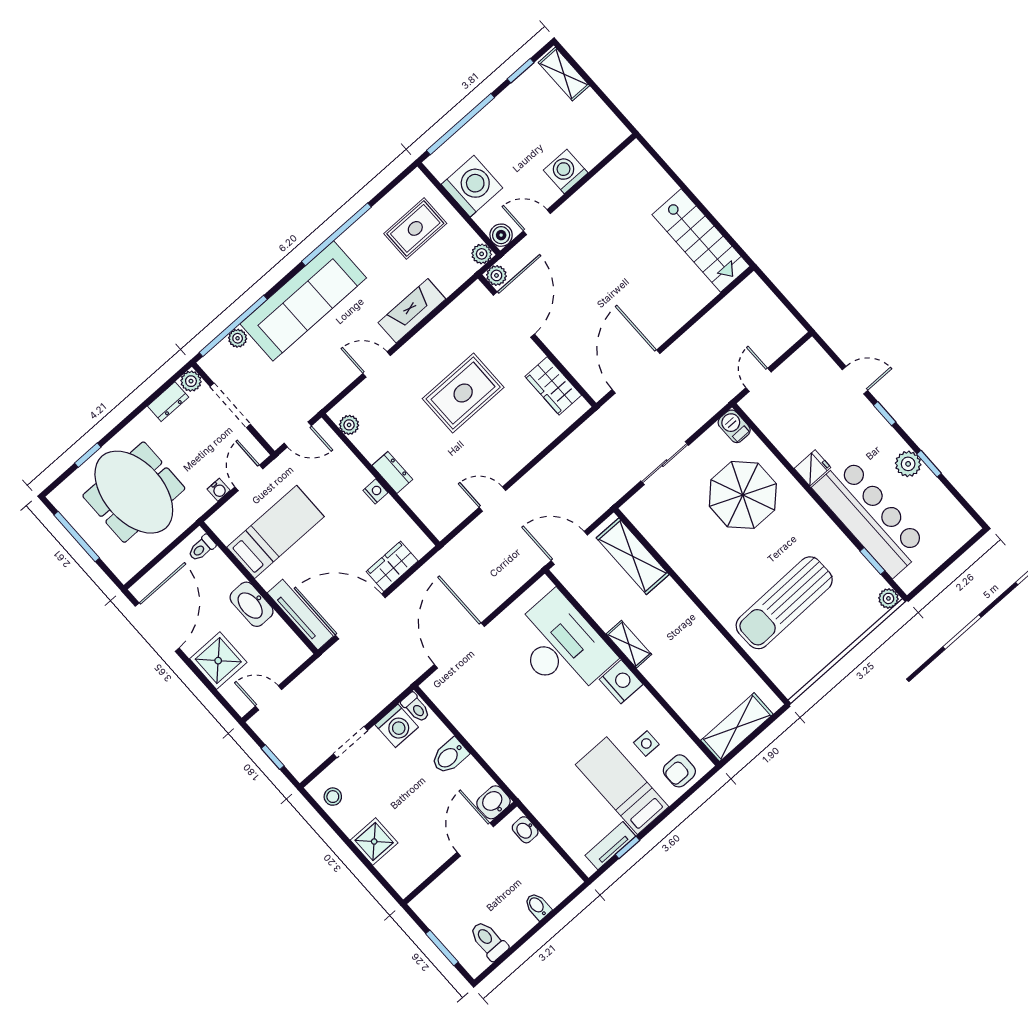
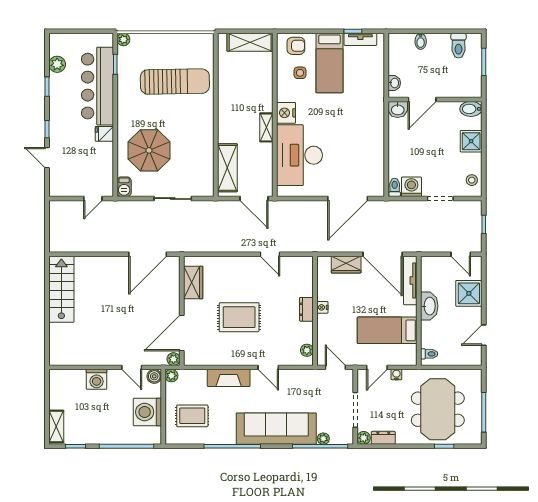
plant: (908, 464) -> (57, 64), moved
door: (157, 627) -> (484, 335), width x0.53
bidet: (450, 756) -> (471, 109), moved, turned 180

